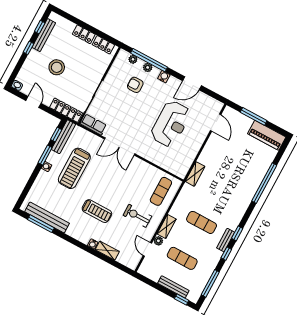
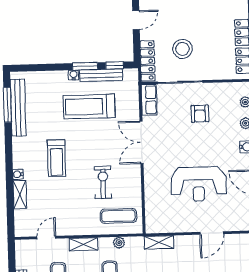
stool: (57, 67) -> (182, 49), moved
armchair: (135, 85) -> (200, 114), moved, turned 180
door: (216, 123) -> (212, 233), moved
bench: (63, 137) -> (101, 75), moved
exercise bike: (137, 216) -> (103, 182), moved
plant: (158, 241) -> (119, 243), moved

